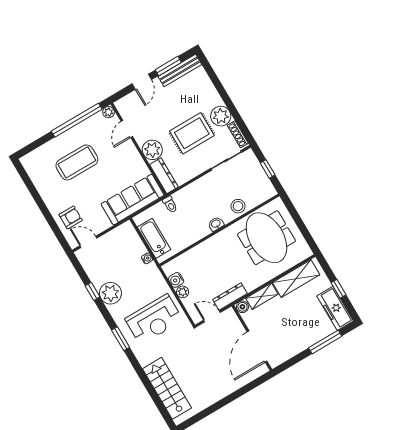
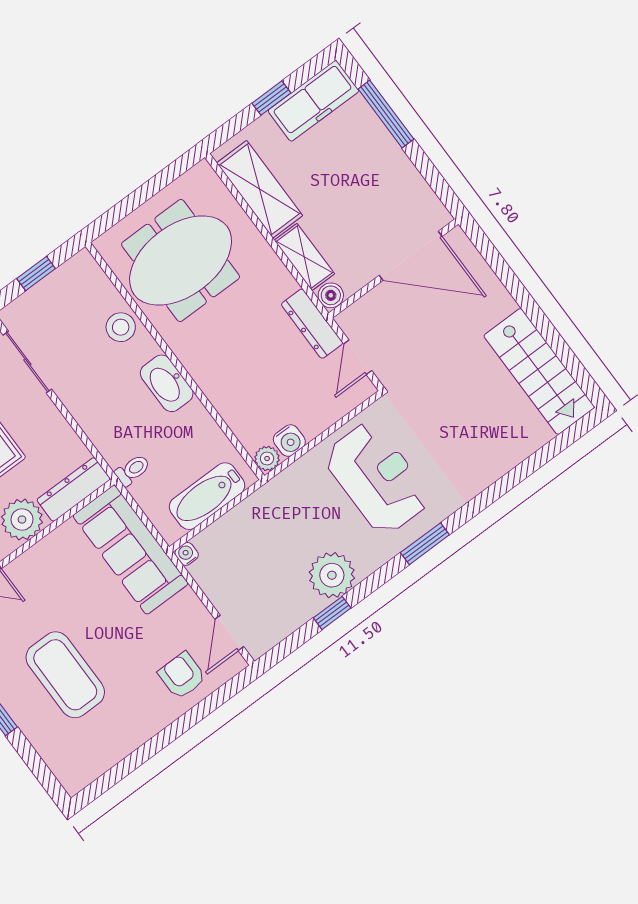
washbasin: (216, 224) -> (167, 383), width x1.91, depth x1.45
water cooler: (147, 258) -> (187, 554), moved
plant: (183, 292) -> (267, 459), moved
stairs: (167, 388) -> (539, 371), moved, turned -90

